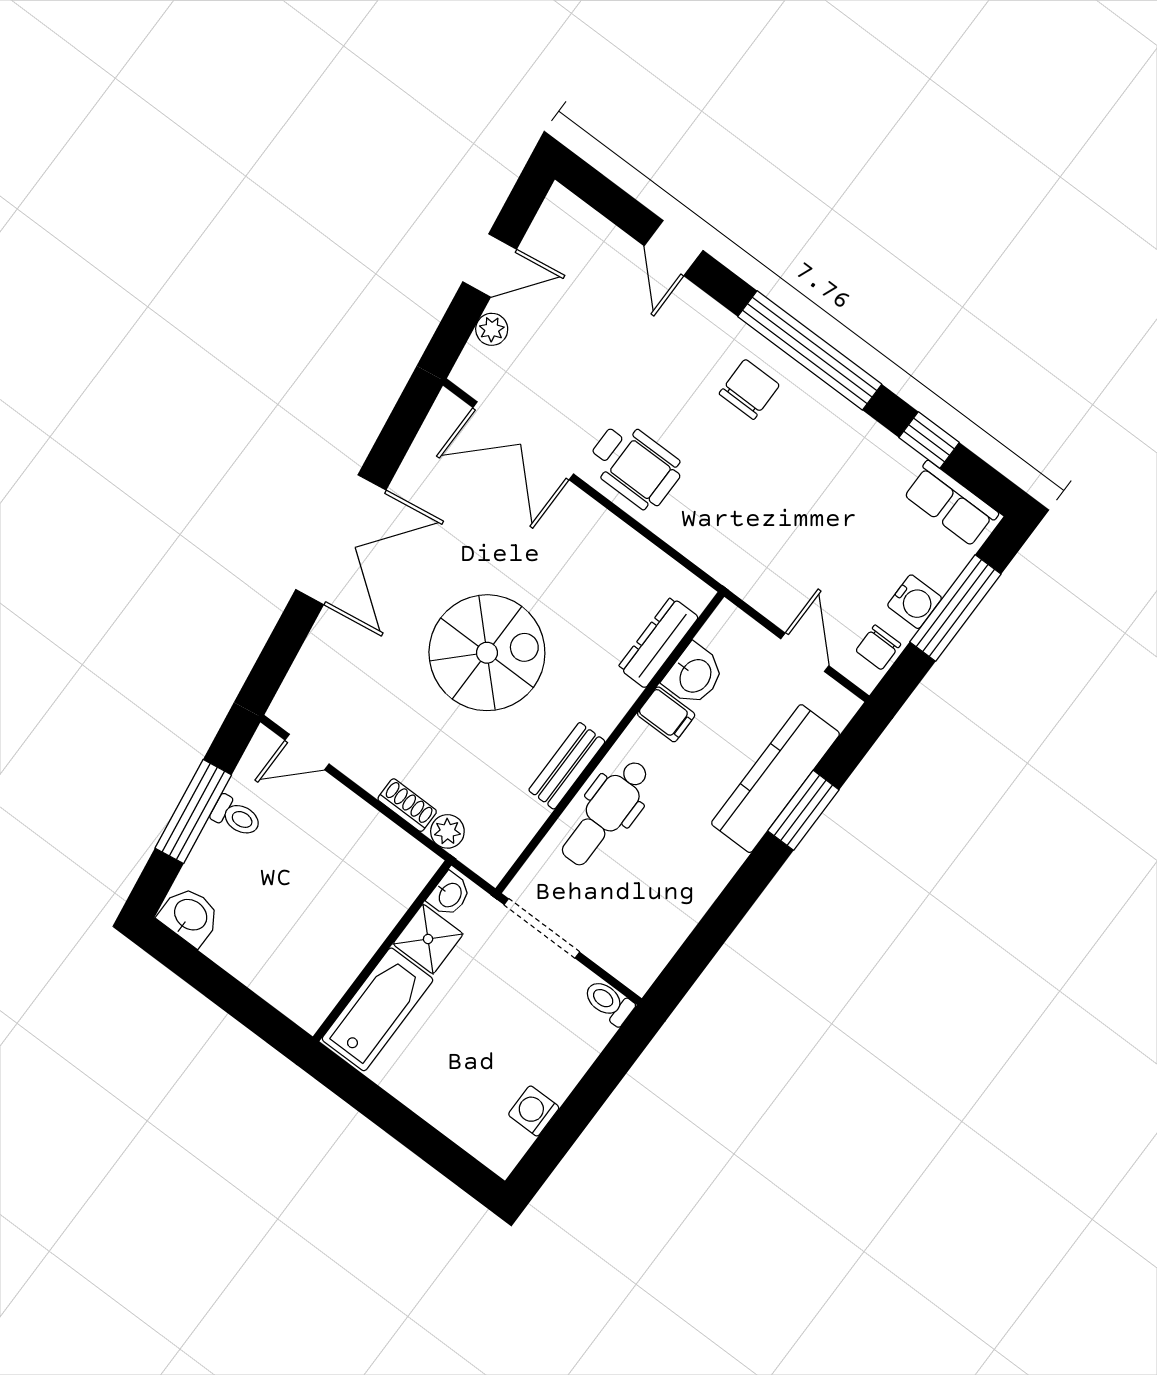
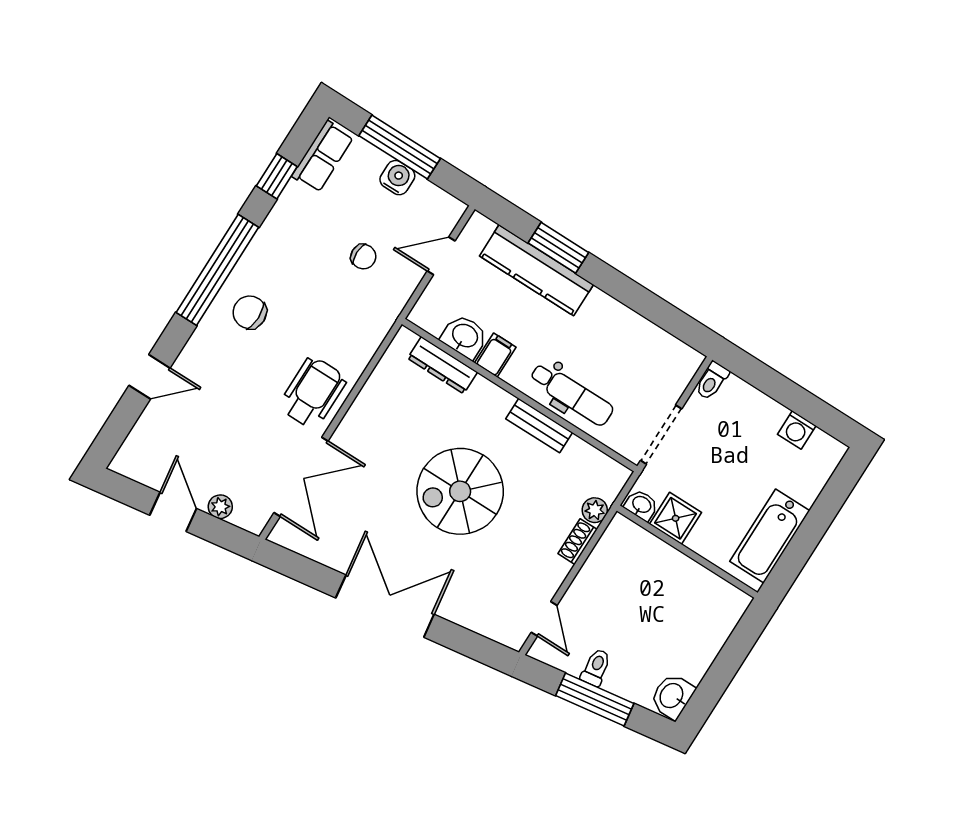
chair: (878, 647) -> (363, 257), moved
spiral stairs: (487, 653) -> (460, 491), turned -90
bathtub: (377, 1009) -> (770, 536), moved, turned -90

